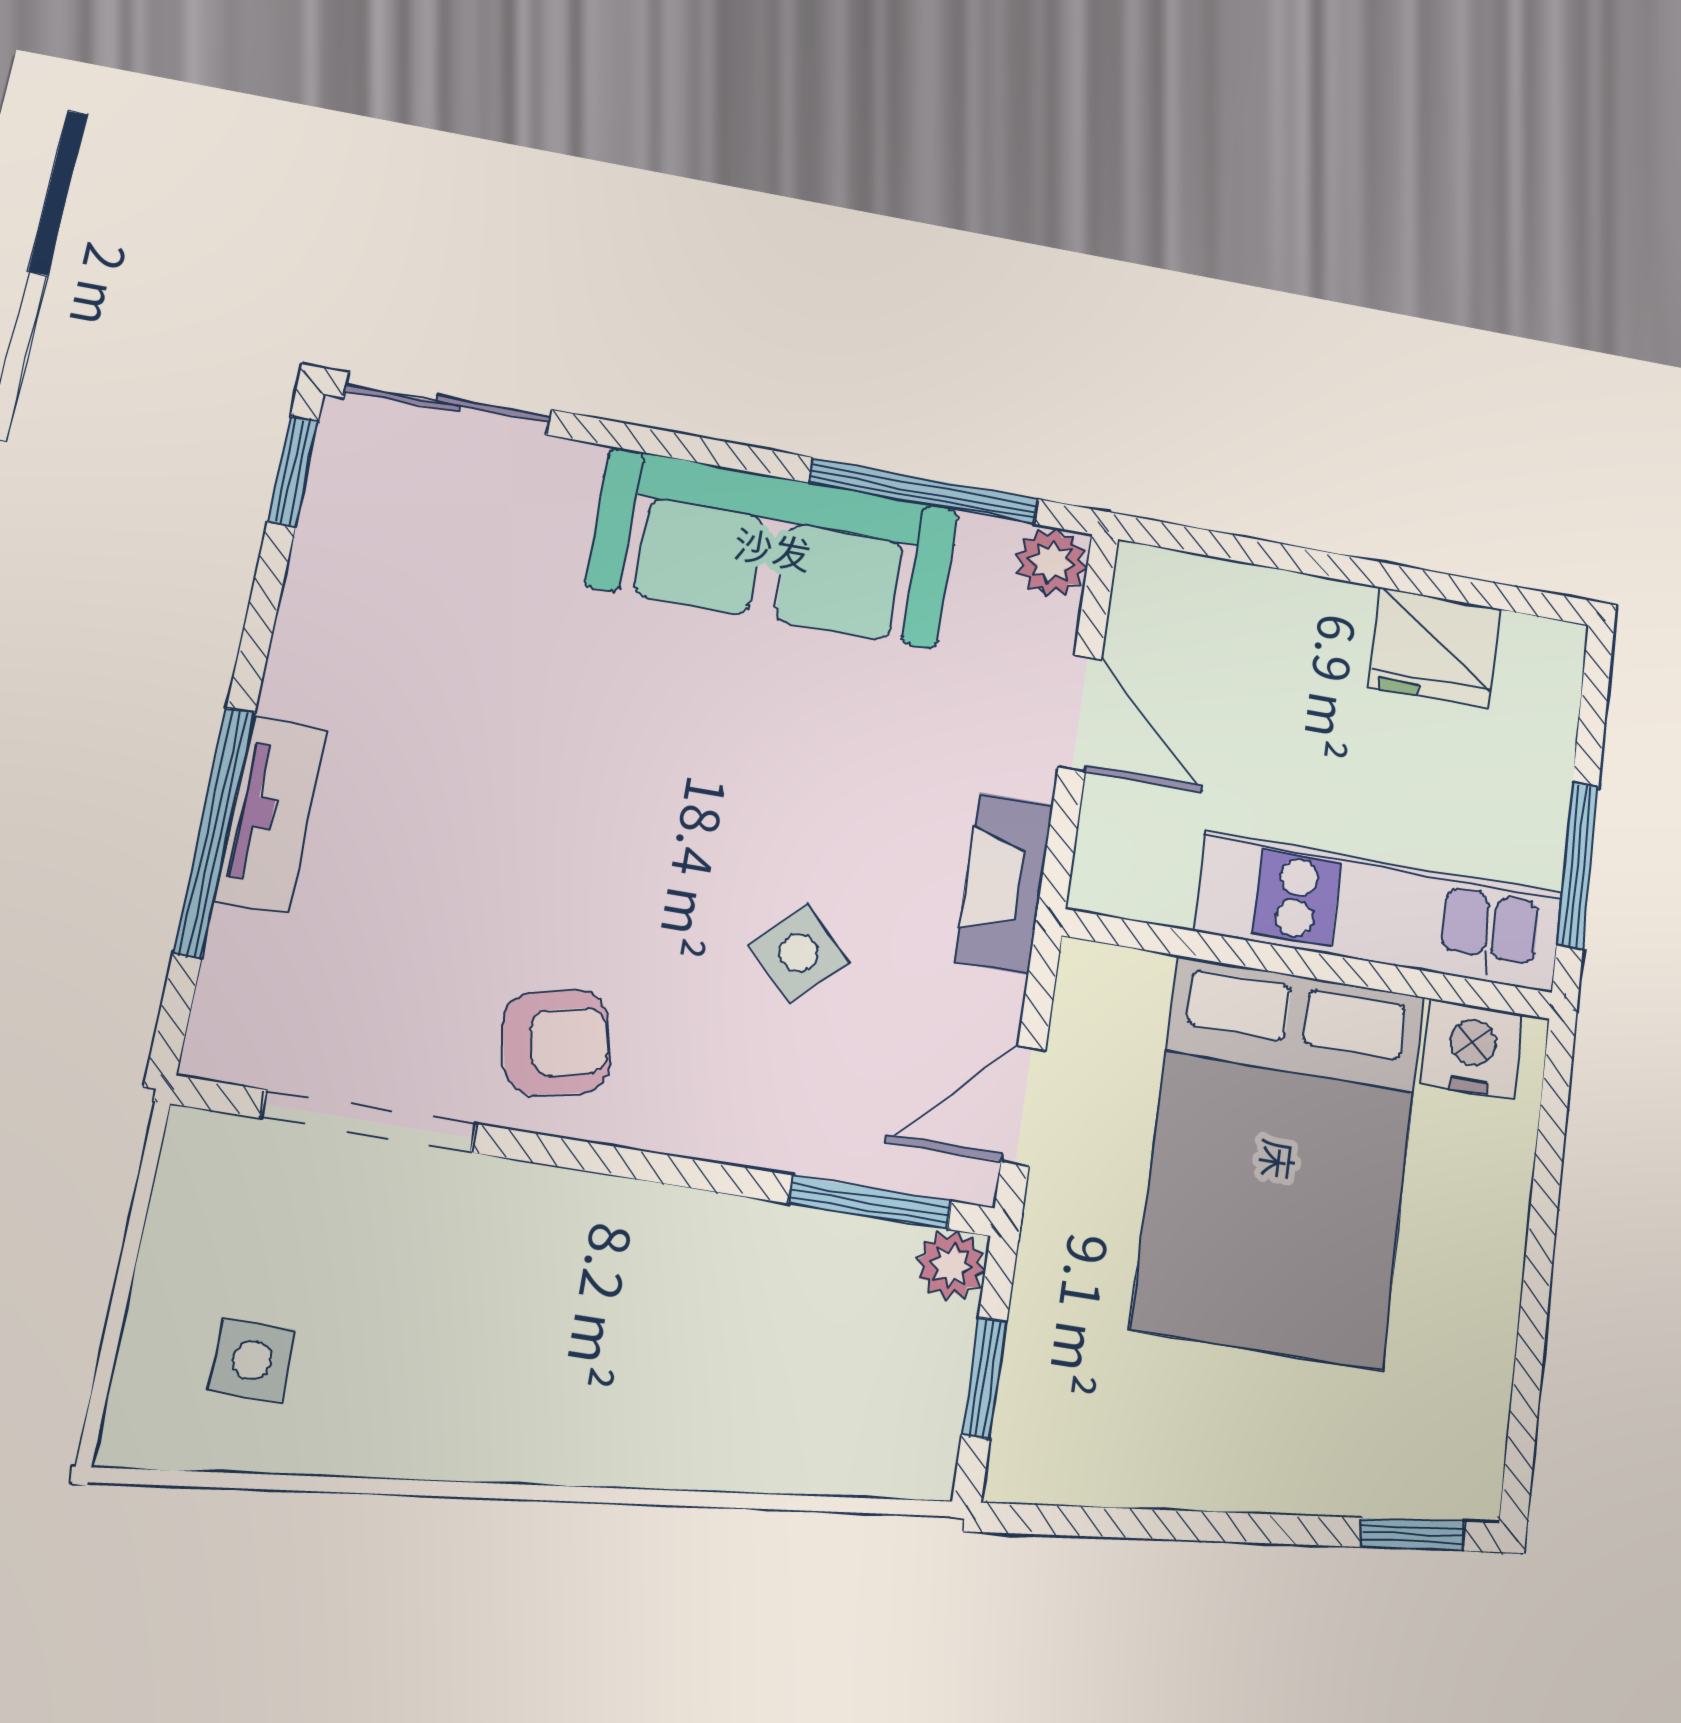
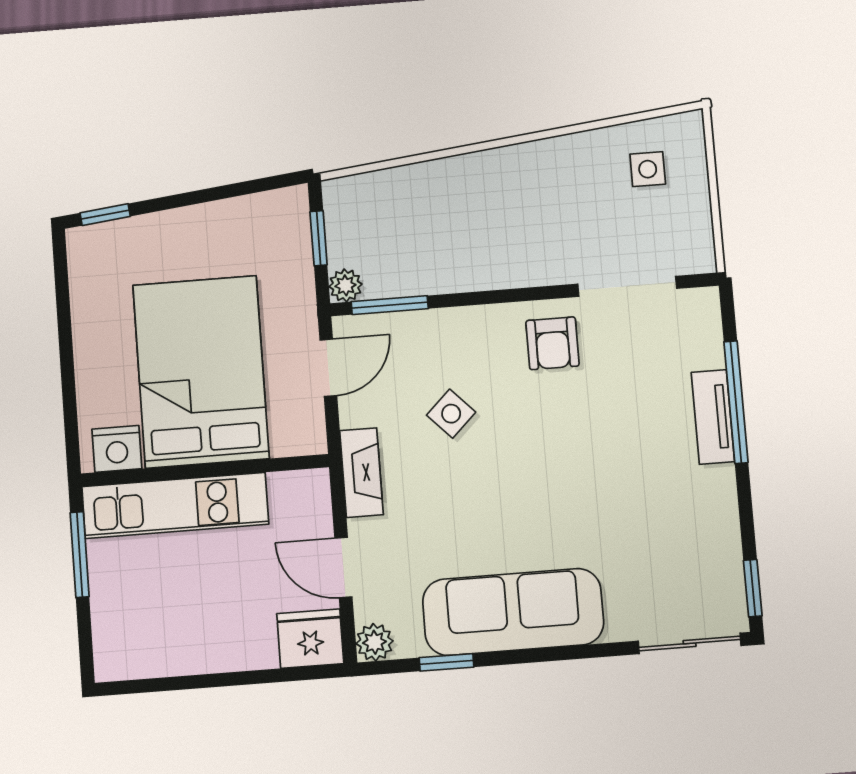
window: (923, 491) -> (447, 662), width x0.46
fridge: (1435, 648) -> (310, 639), moved
armchair: (556, 1042) -> (552, 343), turned -77

